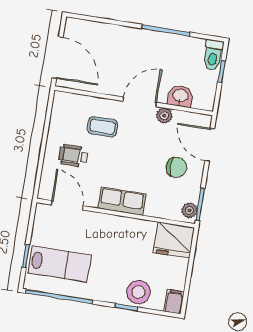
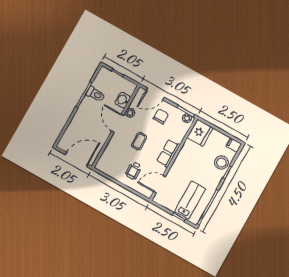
toilet: (213, 55) -> (96, 94), moved
coffee table: (102, 127) -> (139, 141), moved

